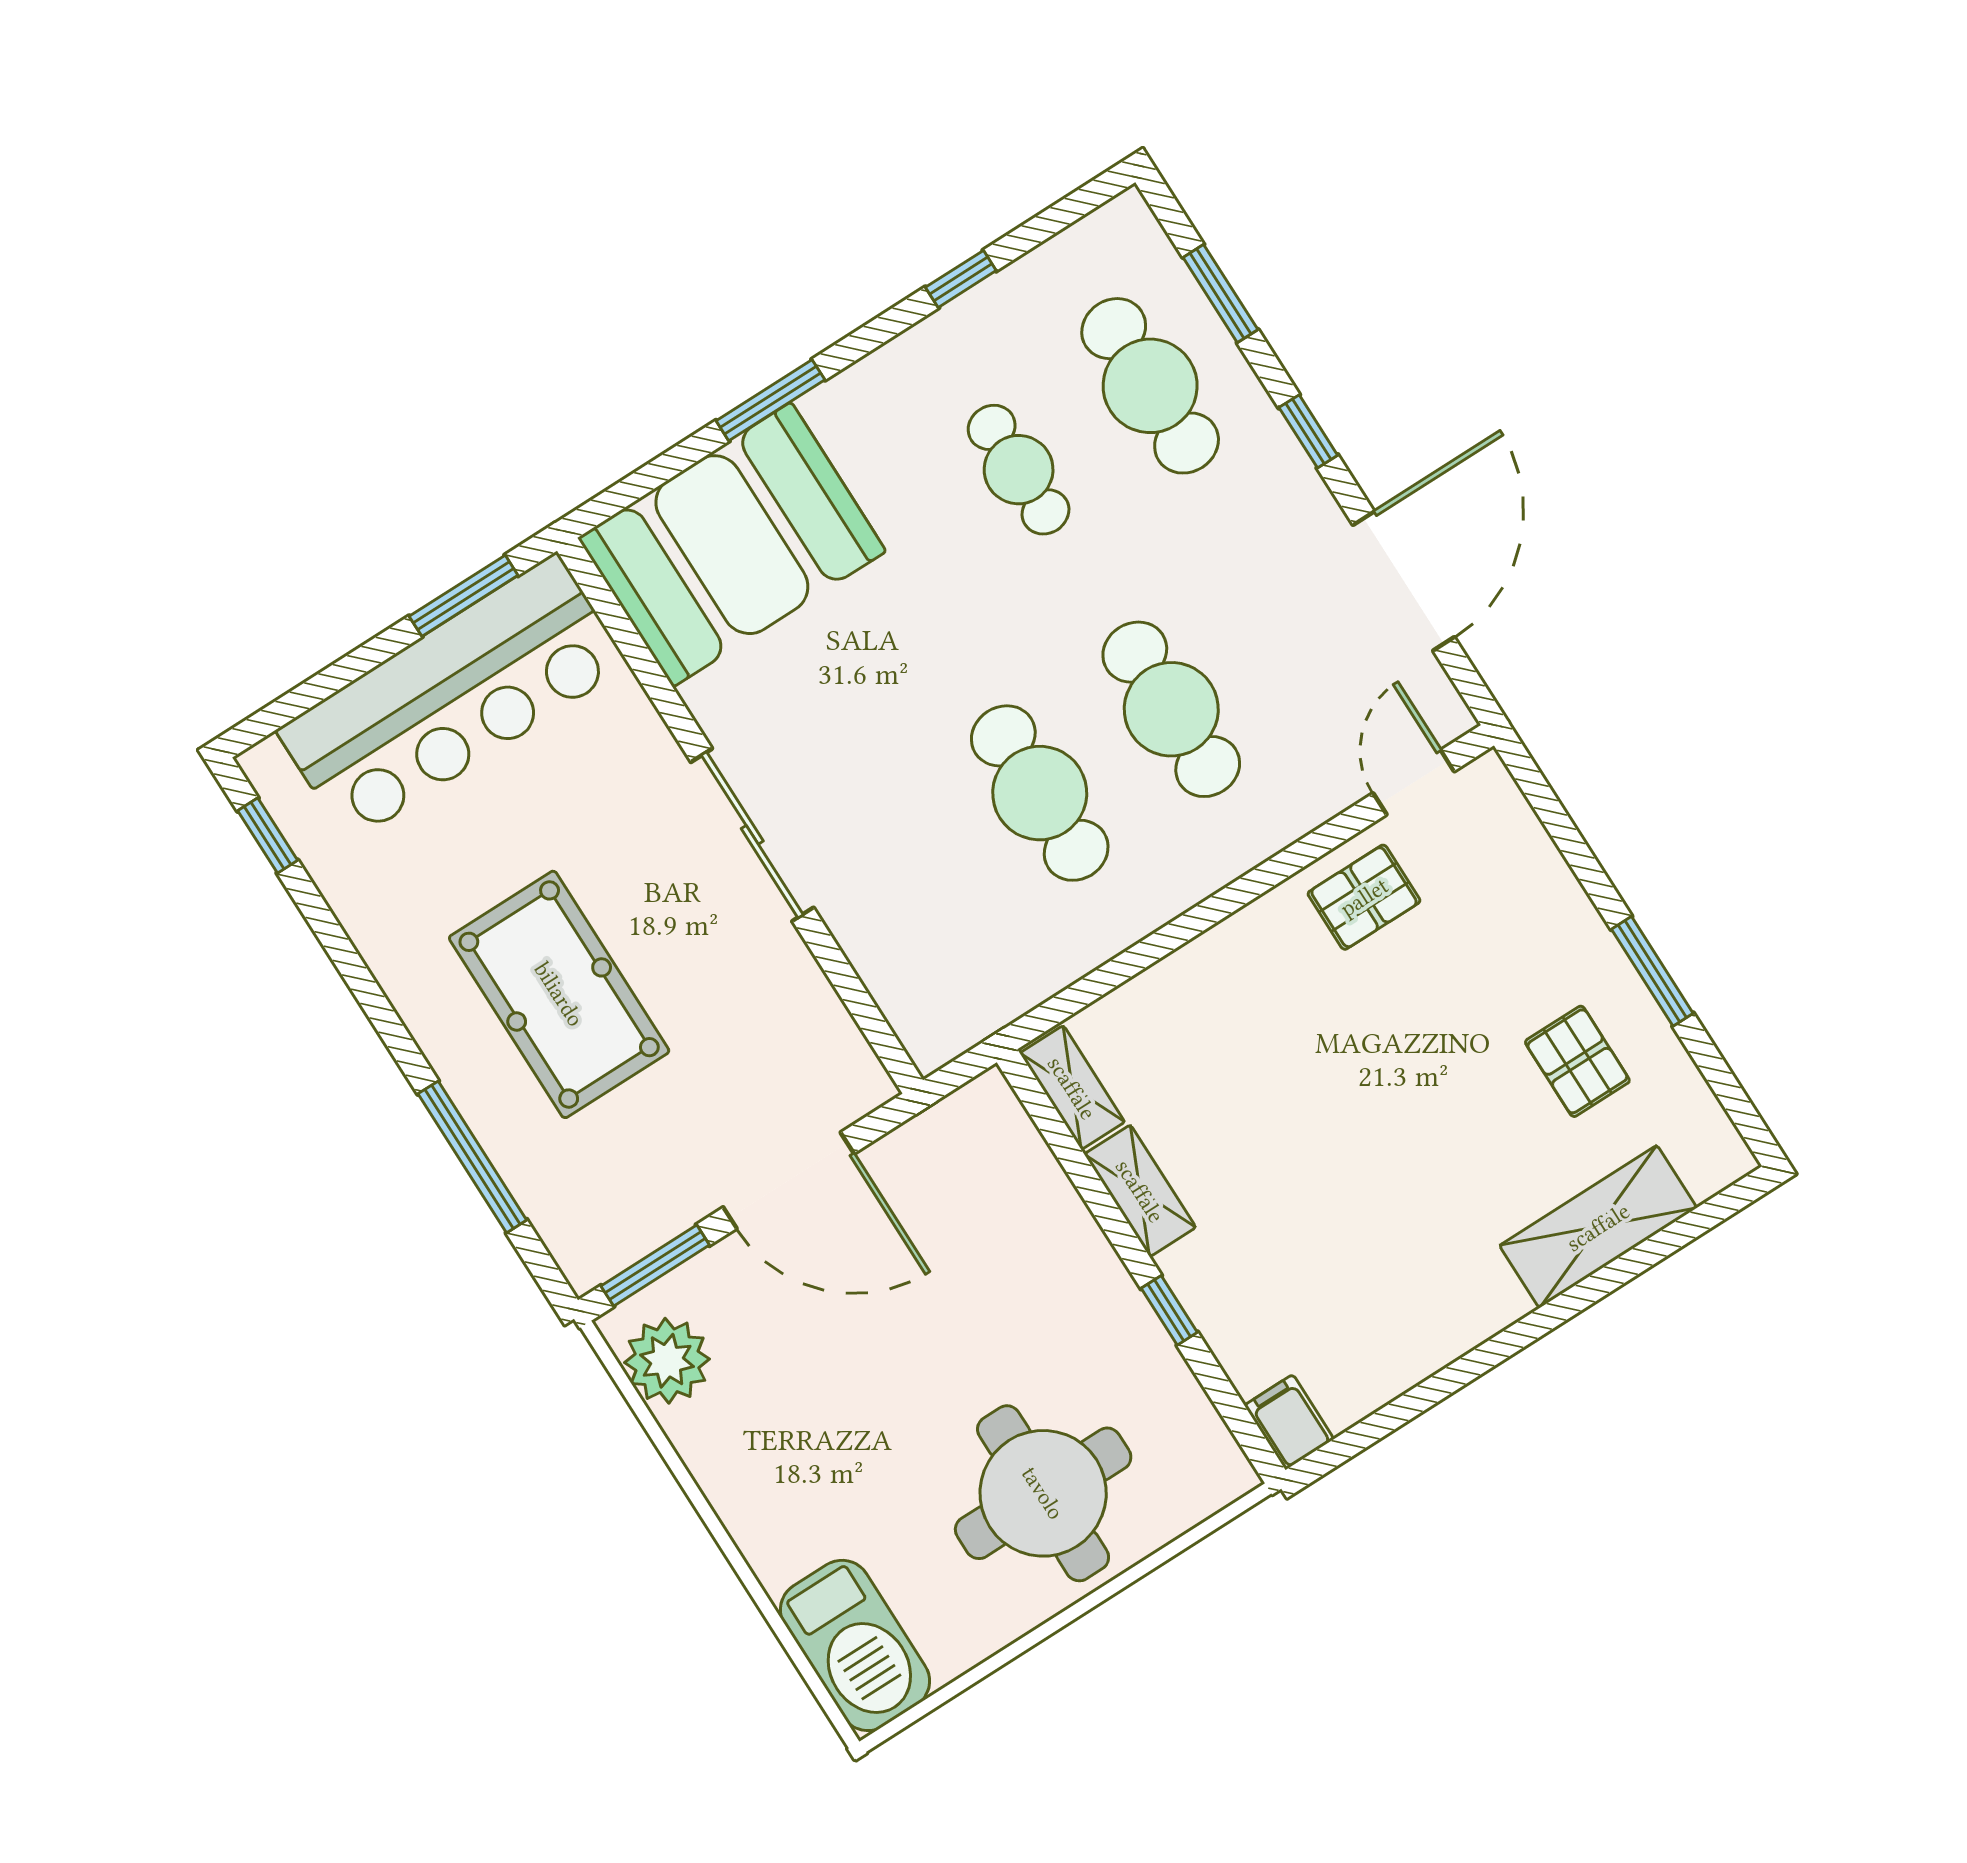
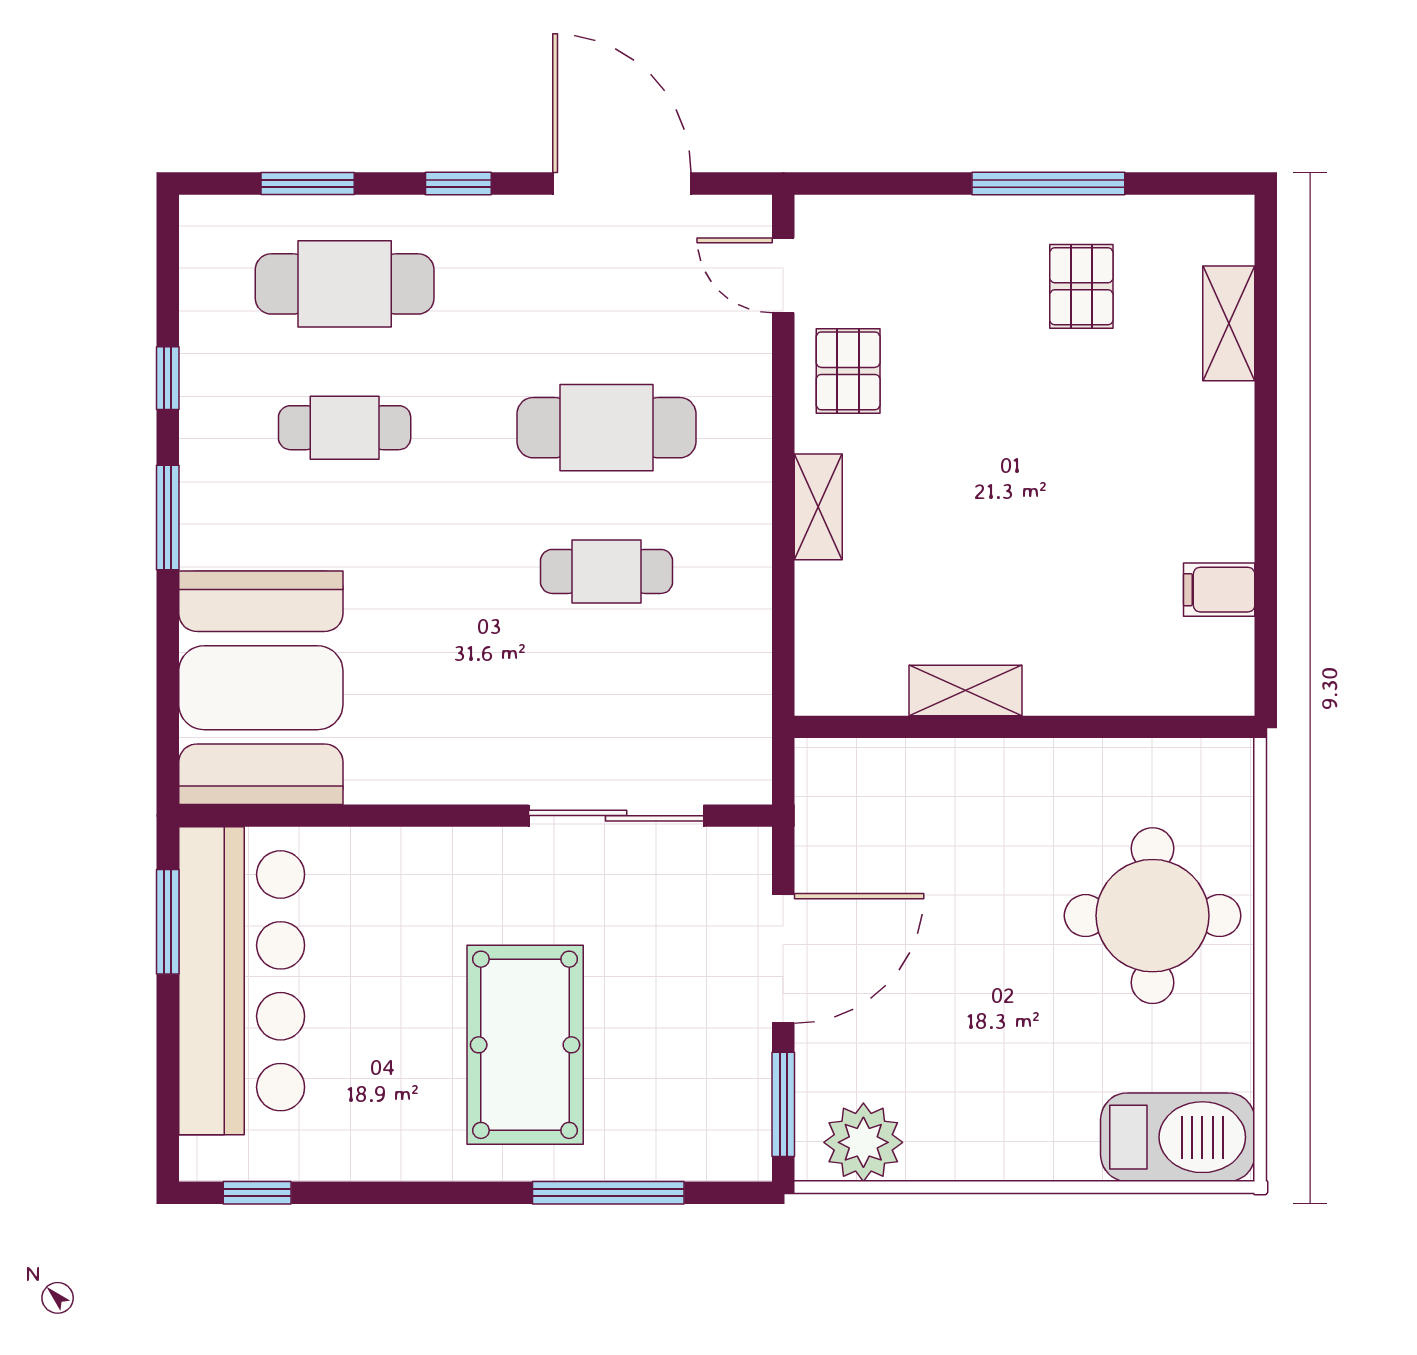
window: (770, 400) -> (168, 517), moved
cafe table: (1040, 793) -> (607, 571), width x0.73, depth x0.74
sliding door: (752, 835) -> (616, 816), moved
window: (1652, 971) -> (1048, 183), width x1.44
pool table: (559, 994) -> (525, 1045), turned 90
pallet: (1577, 1061) -> (1081, 286), turned 90
shelving: (1072, 1088) -> (818, 507), moved, turned 90
shelving: (1598, 1227) -> (1229, 323), width x0.67, depth x0.75
window: (1169, 1310) -> (1073, 727), removed
filing cabinet: (1289, 1422) -> (1219, 590), moved

